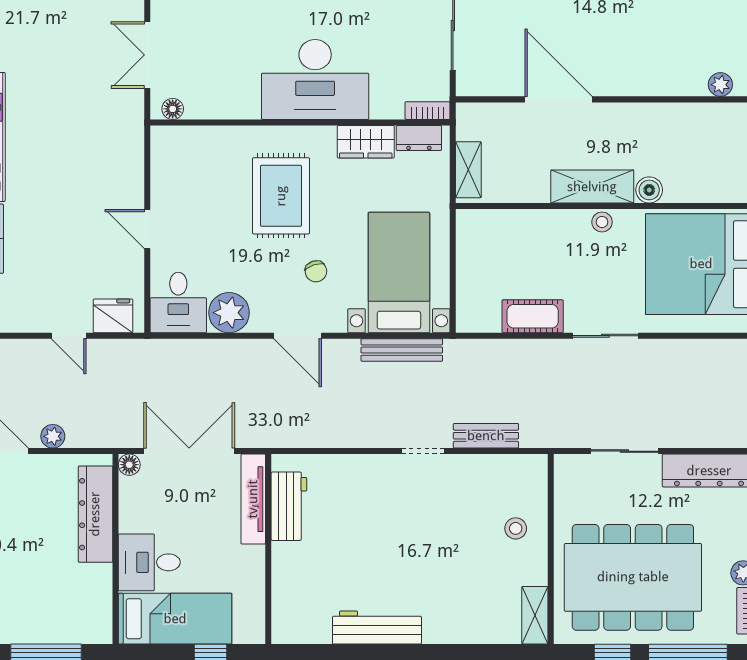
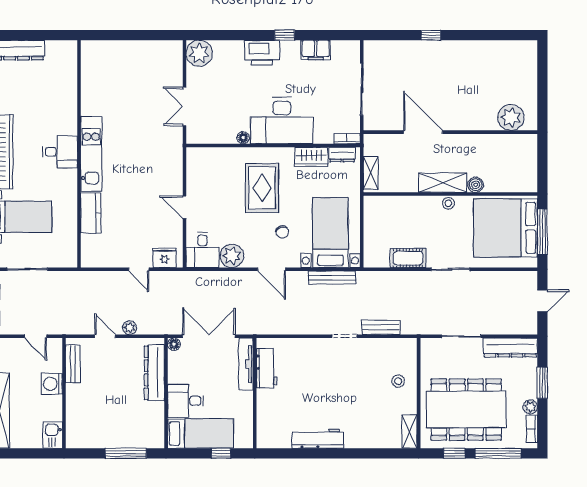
plant: (720, 85) -> (511, 117), width x1.88, depth x1.88
floor lamp: (173, 109) -> (243, 138), moved

